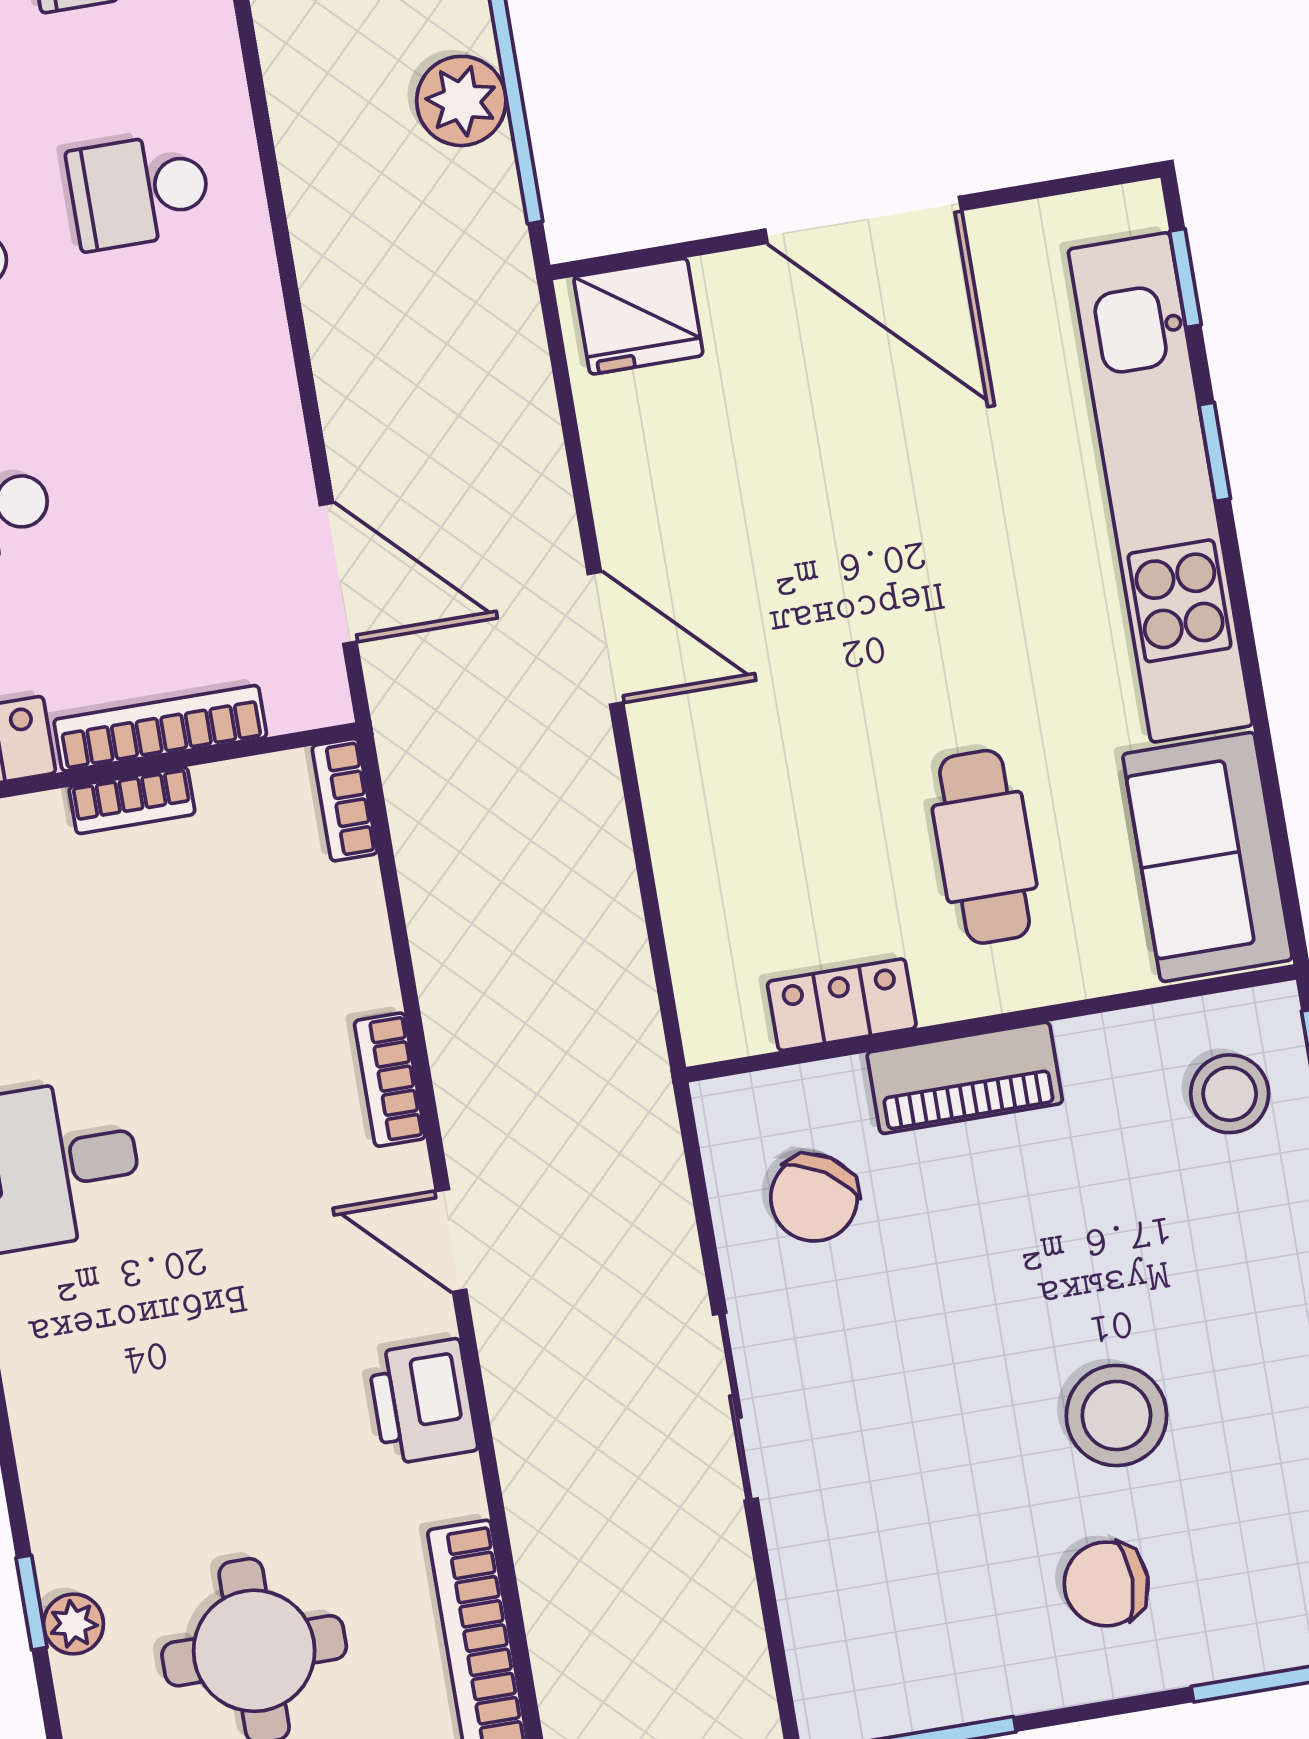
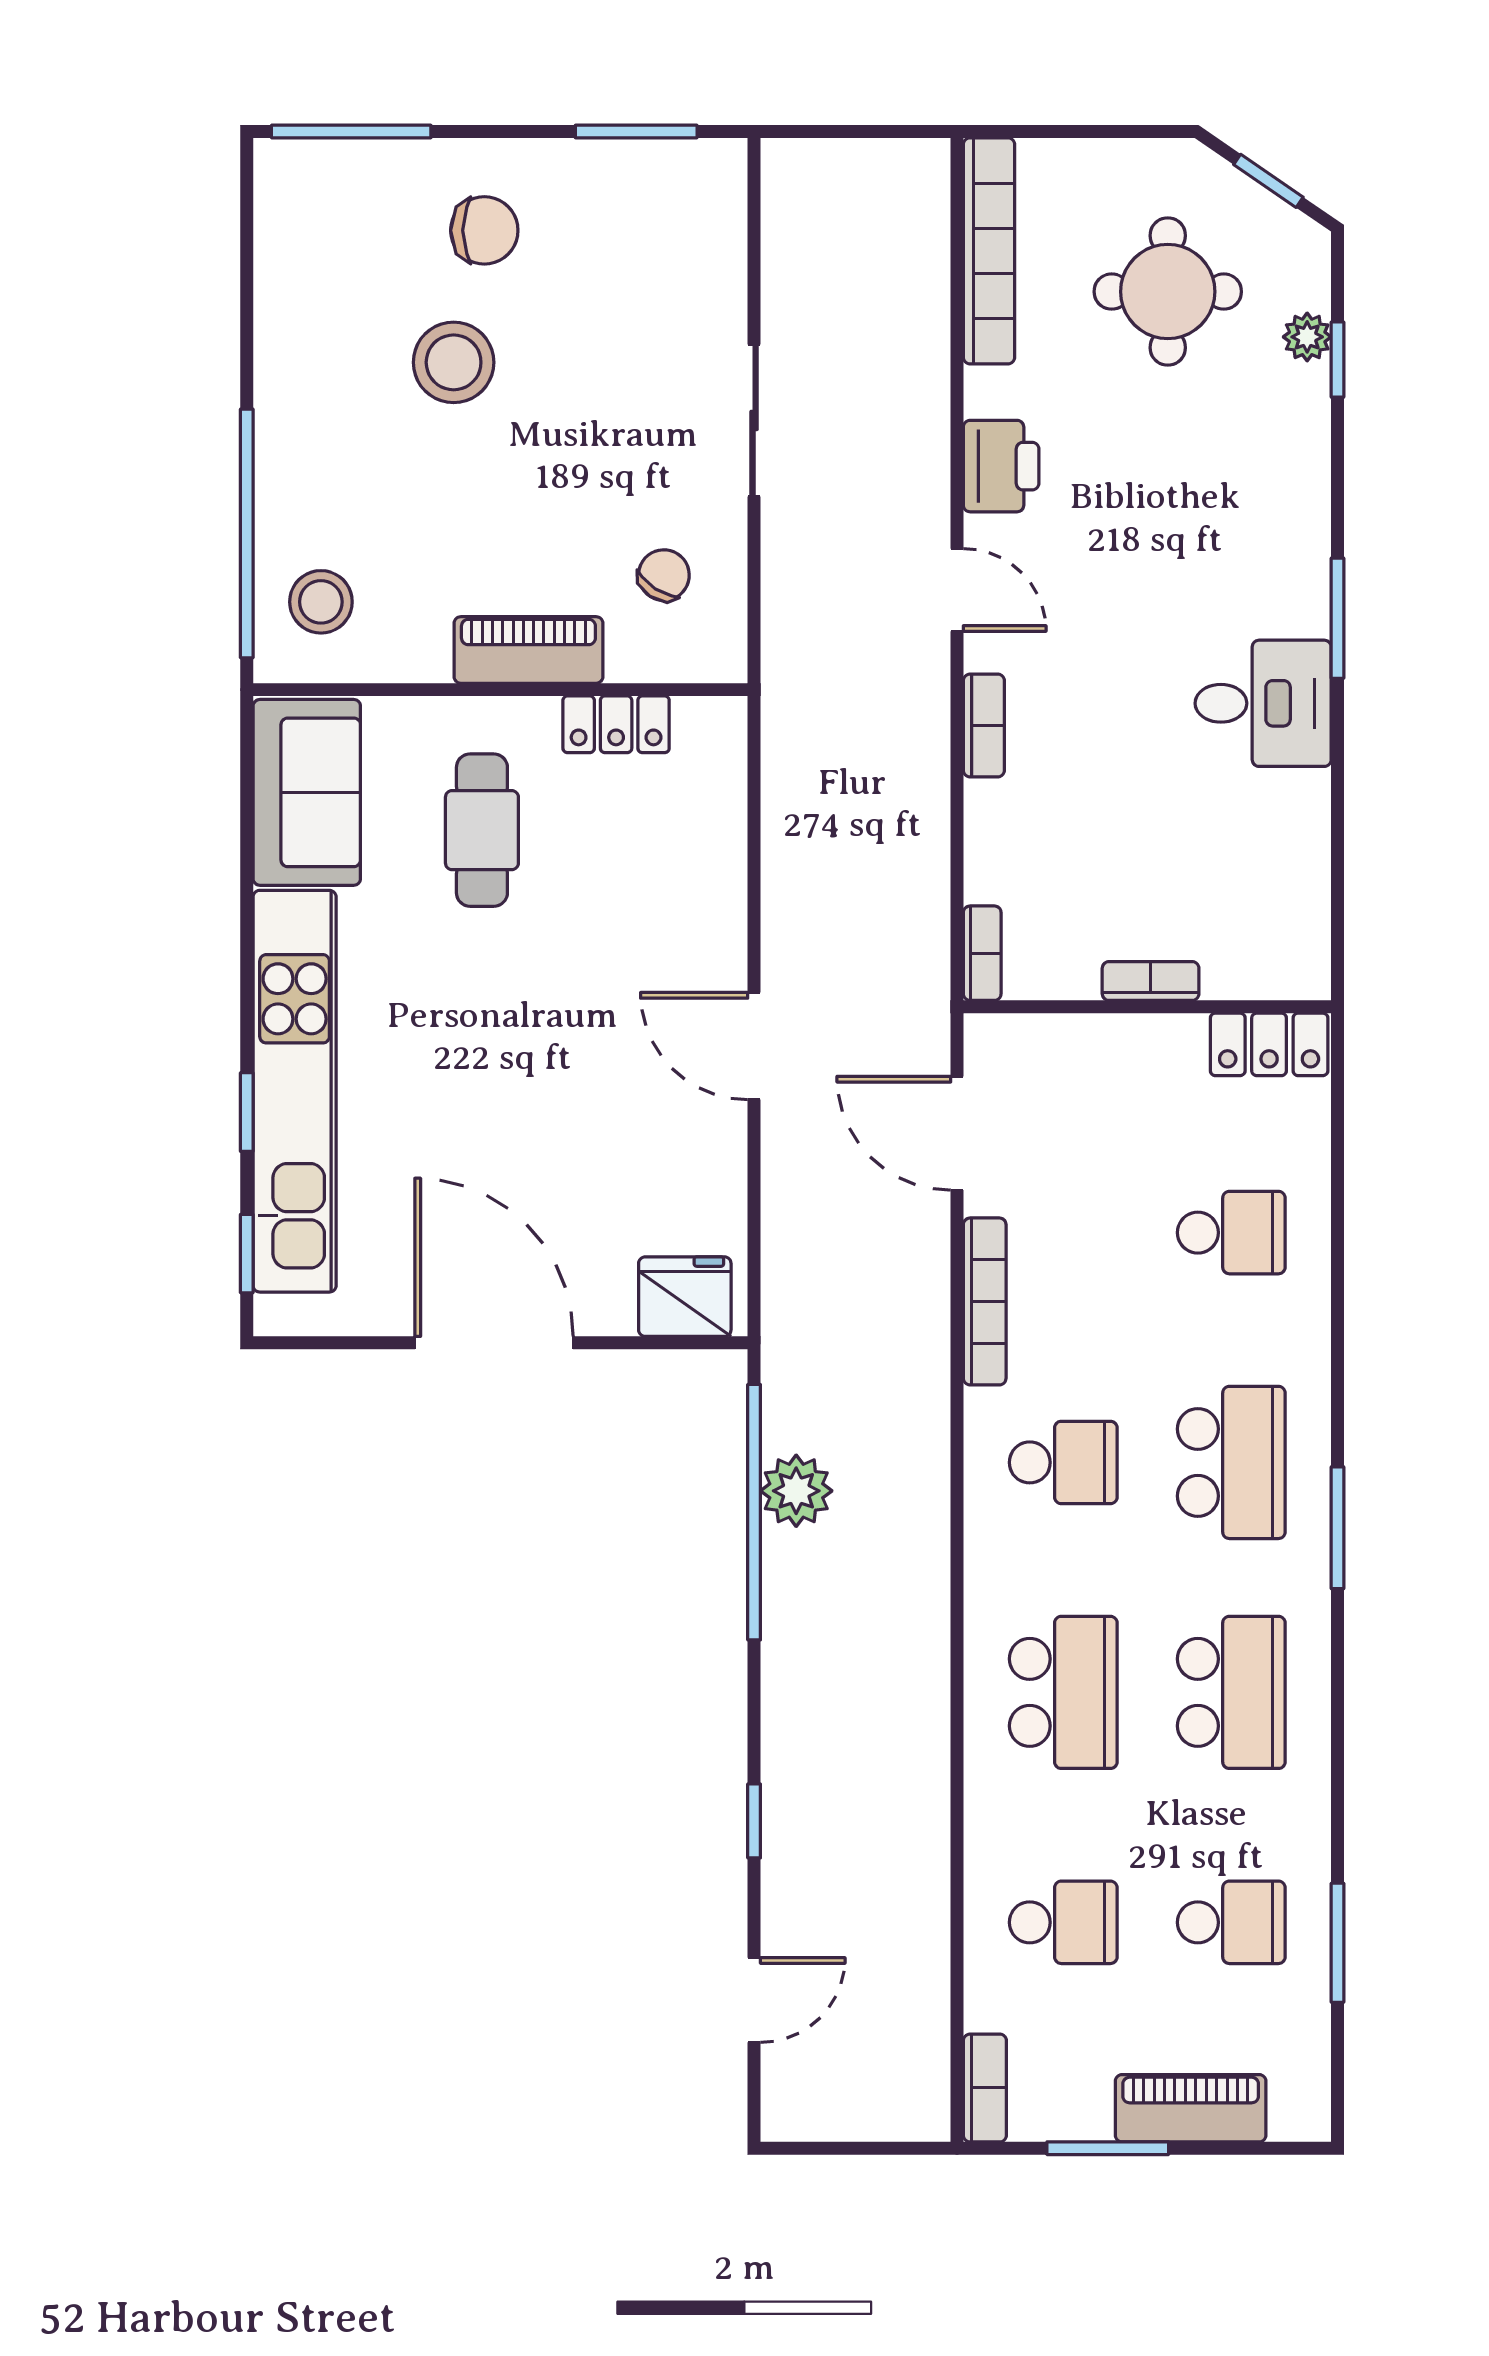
bookcase: (160, 728) -> (985, 1301), moved, turned -90
chair: (814, 1198) -> (664, 575), width x0.73, depth x0.73

